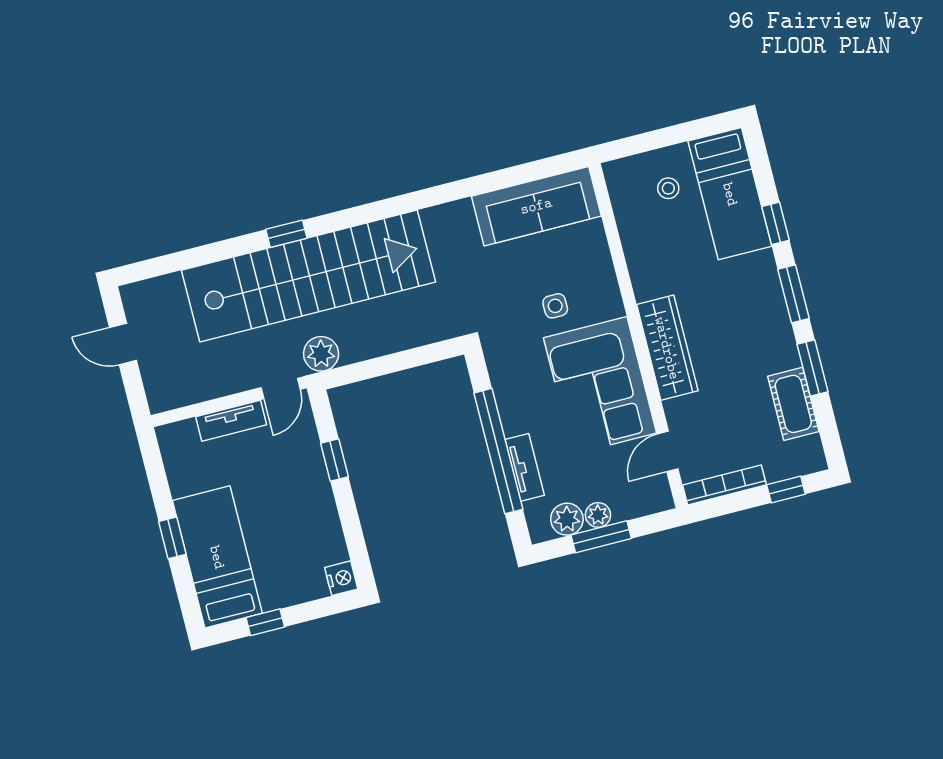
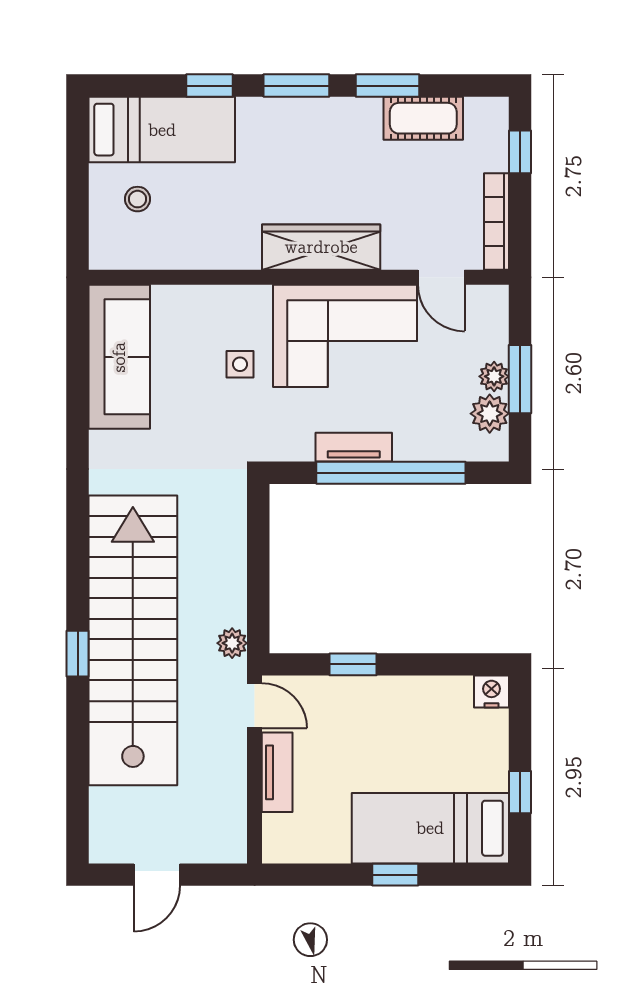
plant: (321, 354) -> (232, 643), width x0.73, depth x0.73
tv unit: (525, 467) -> (354, 447), moved

